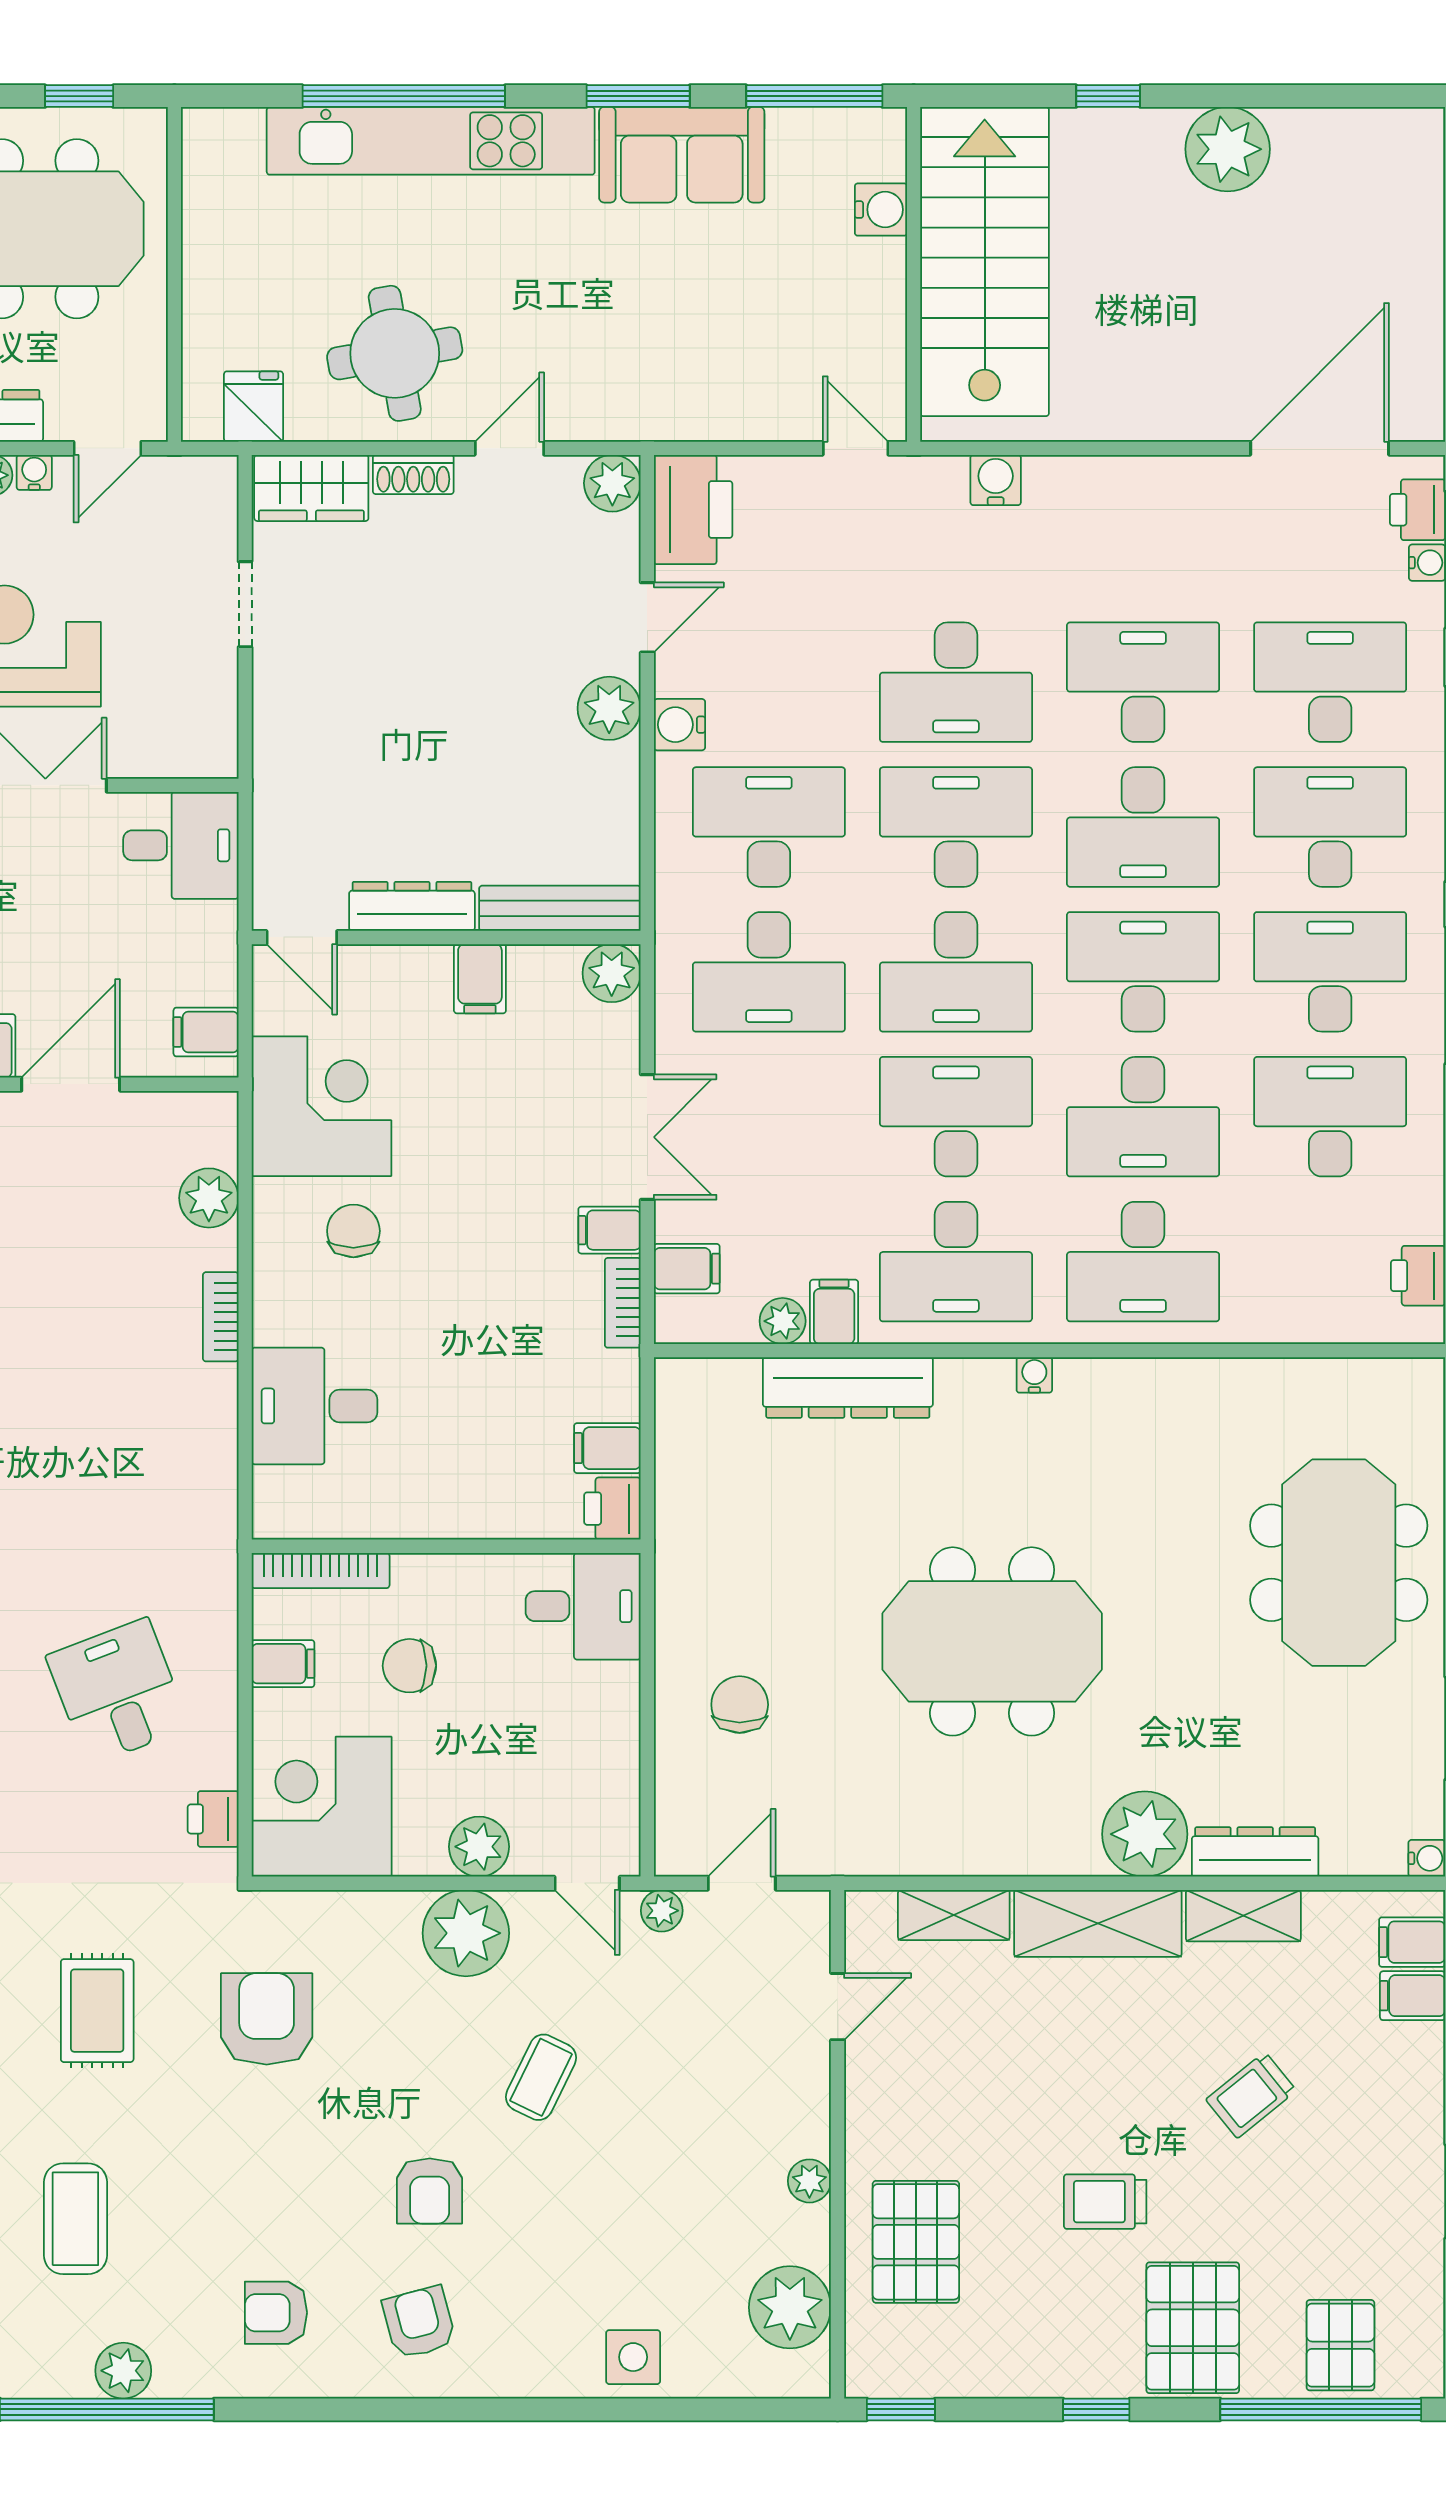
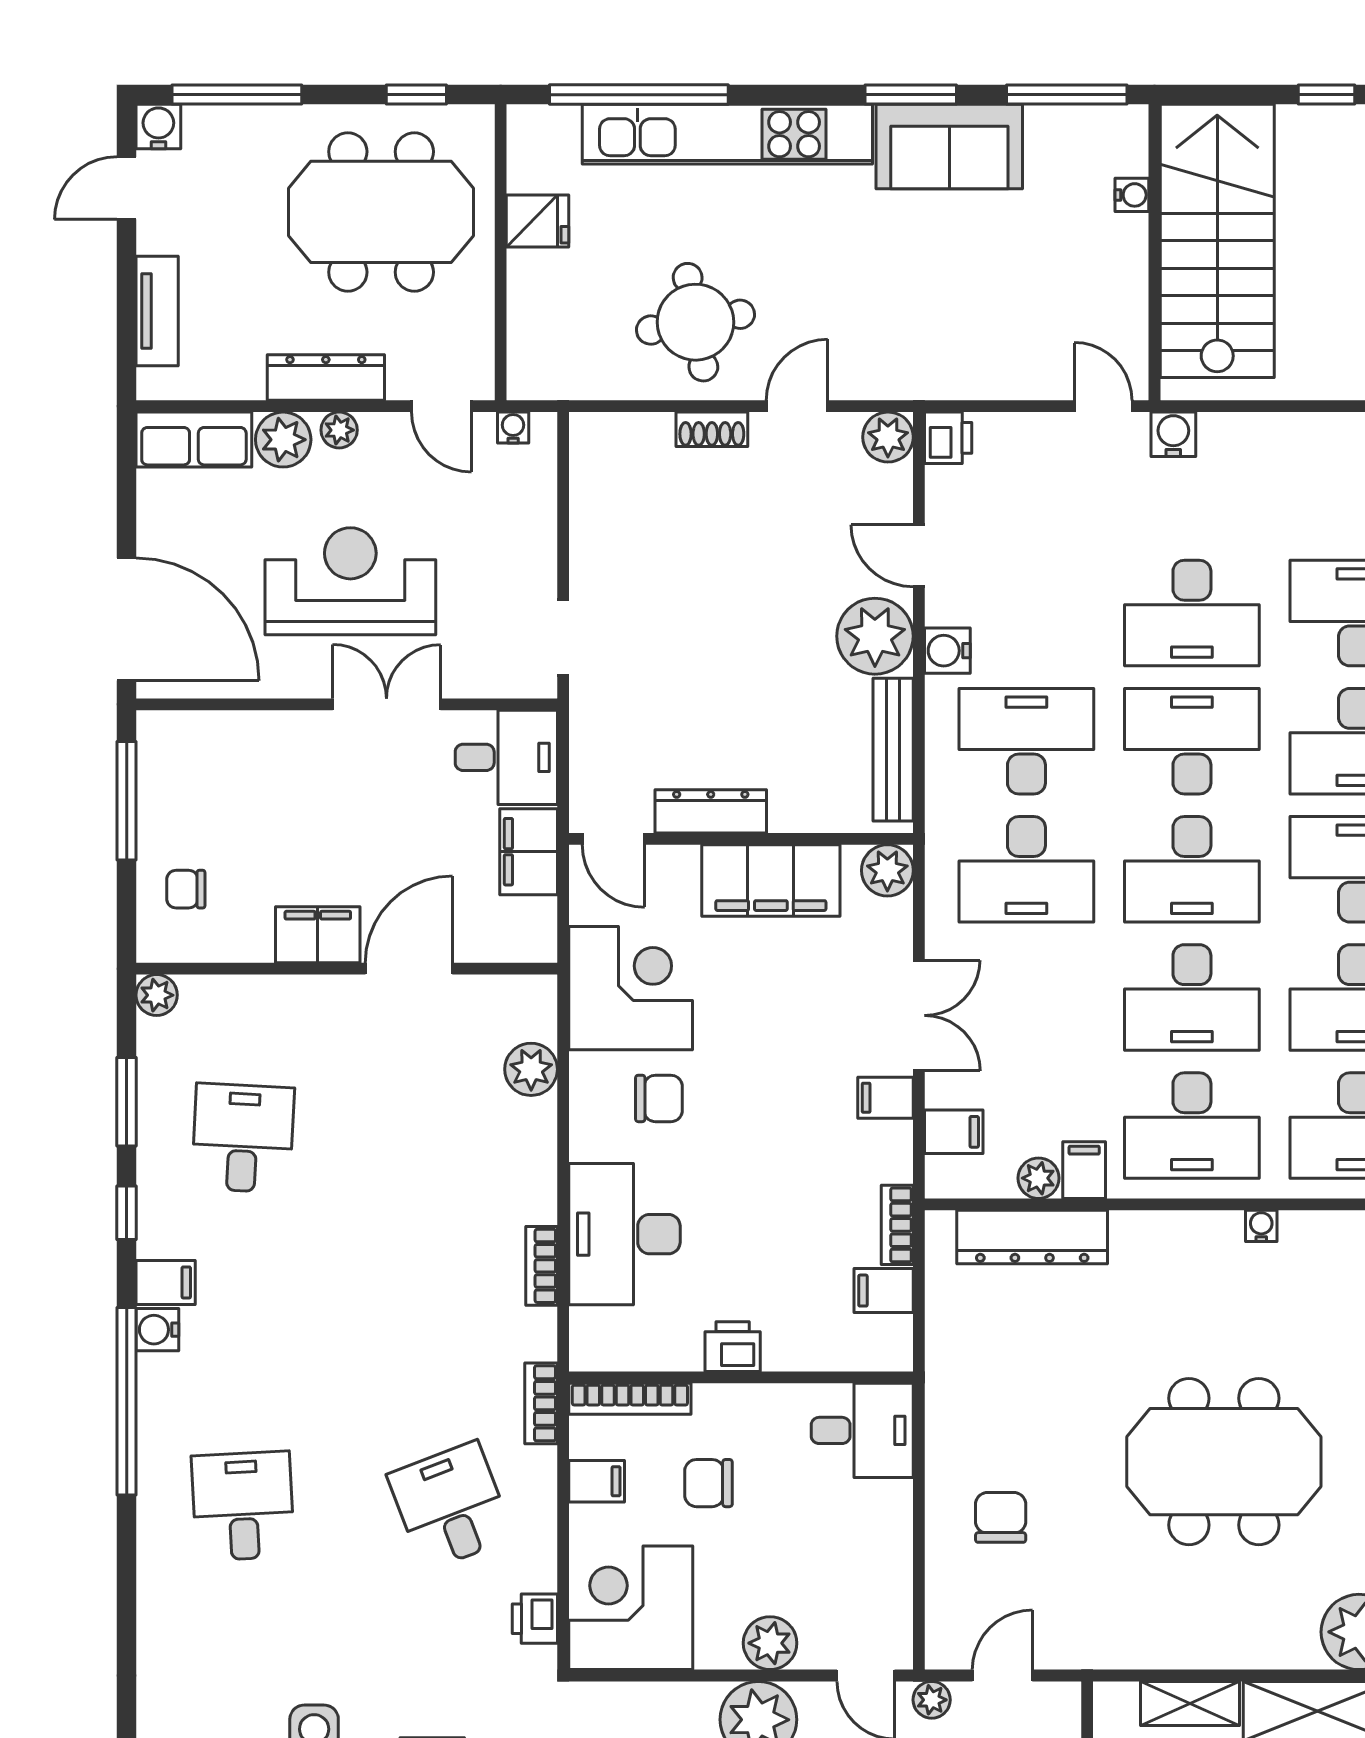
window: (404, 96) -> (639, 95), moved
water cooler: (881, 210) -> (1132, 195), width x0.72, depth x0.72
fridge: (254, 407) -> (538, 221), moved, turned 90
door: (107, 448) -> (441, 406), hinge flipped
water cooler: (34, 472) -> (513, 427), moved
water cooler: (996, 480) -> (1173, 434), moved
wardrobe: (311, 488) -> (622, 441), removed
printer: (693, 509) -> (948, 438), width x0.53, depth x0.68
doorway: (245, 604) -> (563, 638), moved
door: (647, 617) -> (919, 556), swing flipped
plant: (609, 708) -> (875, 636), width x1.36, depth x1.36
bench: (560, 908) -> (893, 750), moved, turned 90
filing cabinet: (480, 979) -> (771, 880), width x3.00, depth x1.17
filing cabinet: (206, 1032) -> (529, 852), moved, width x2.00
desk: (956, 1117) -> (1192, 997), turned 180
chair: (353, 1231) -> (659, 1098), turned 90
bookcase: (623, 1303) -> (897, 1225), moved
bookcase: (221, 1317) -> (542, 1266), moved
dresser: (848, 1387) -> (1032, 1237), moved
desk: (314, 1406) -> (624, 1234), width x1.37
printer: (612, 1509) -> (733, 1347), moved, turned 90
bookcase: (220, 1576) -> (541, 1403), added

